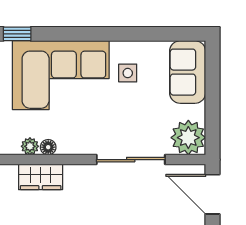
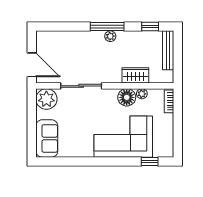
side table: (128, 73) -> (83, 138), removed
floor lamp: (48, 147) -> (127, 97), width x1.89, depth x1.89

